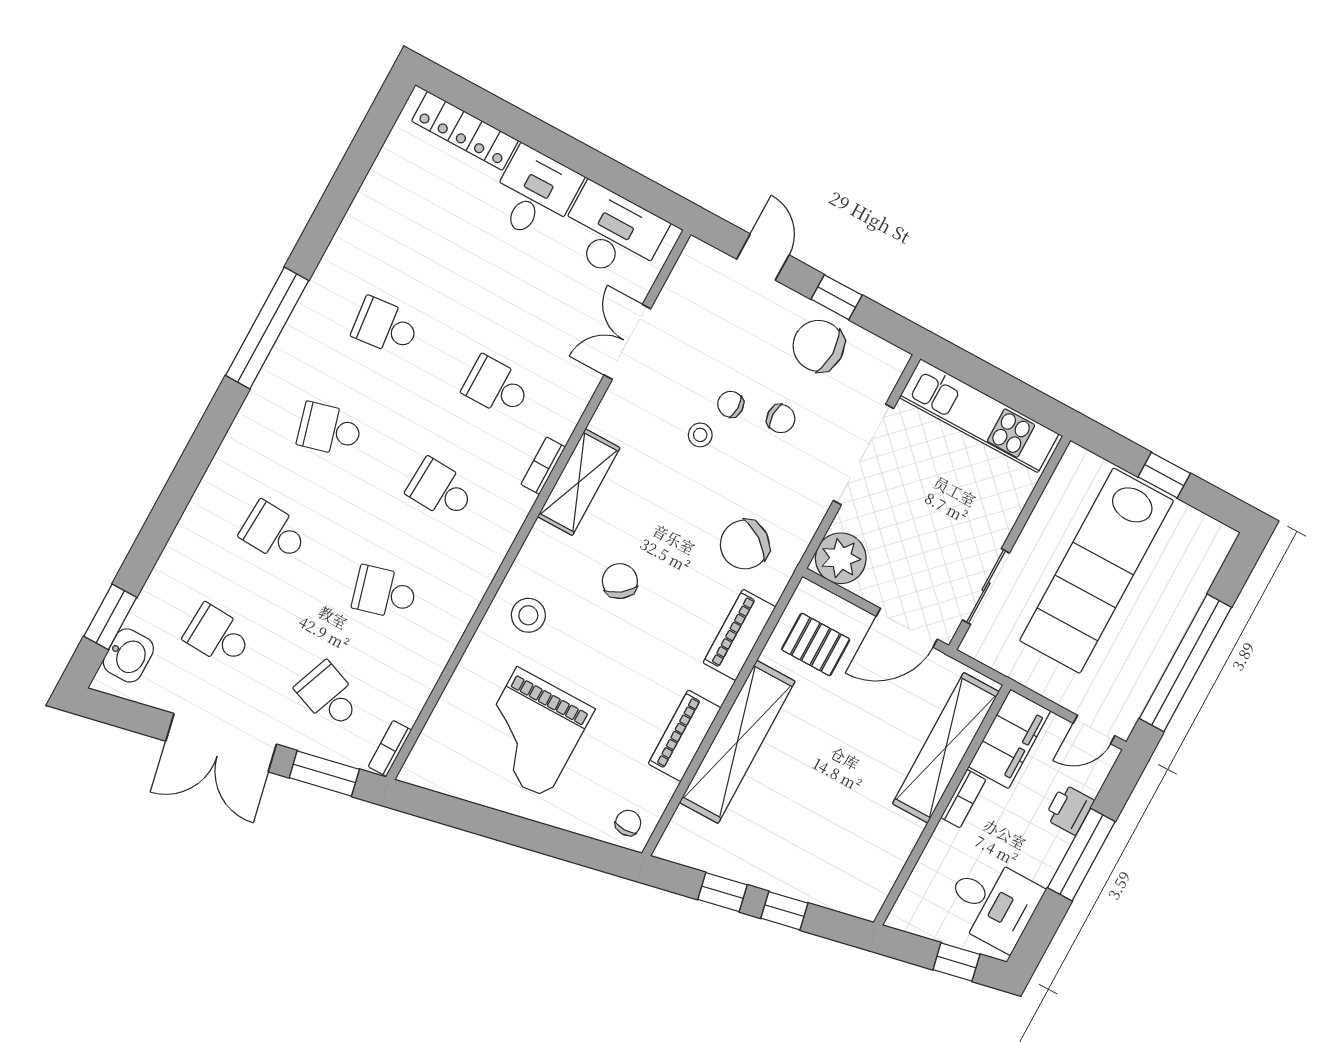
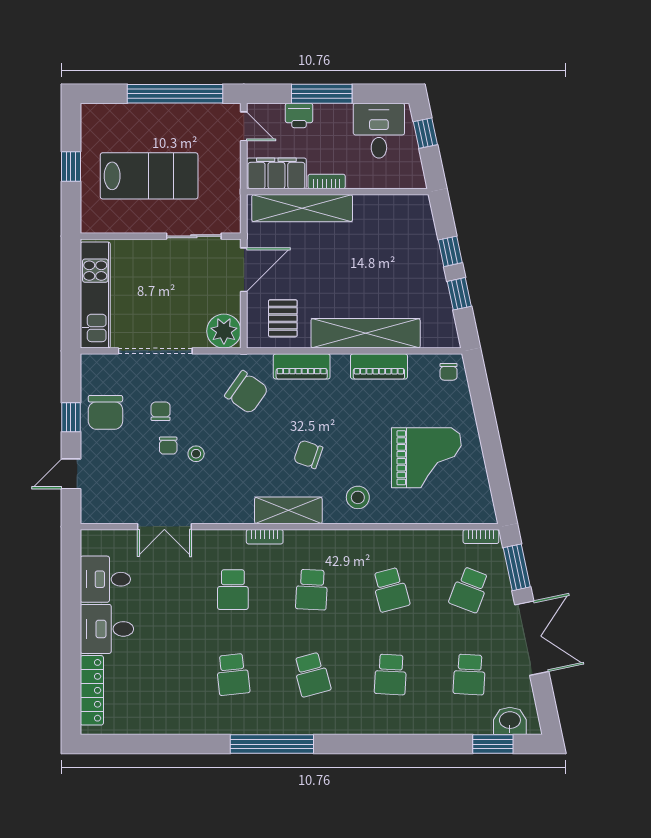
desk: (612, 233) -> (105, 579), width x0.73
shelving: (579, 482) -> (288, 510), moved
lab bench: (1097, 571) -> (149, 176), width x0.73
chair: (620, 581) -> (308, 454), turned 55
door: (907, 628) -> (244, 270), hinge flipped
chair: (628, 823) -> (449, 372), turned -90

